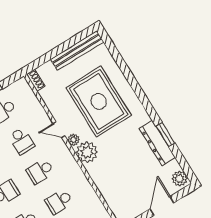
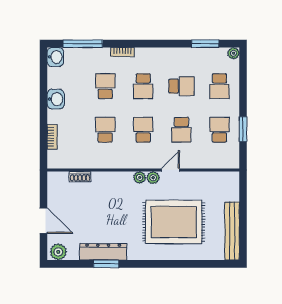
shoe rack: (36, 80) -> (80, 177), moved
school desk: (21, 141) -> (181, 130), turned -90
plant: (87, 152) -> (140, 178), width x0.53, depth x0.53

